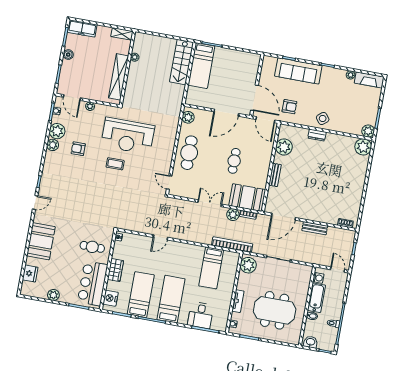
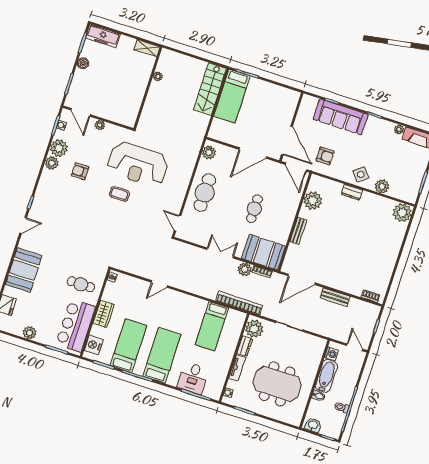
shelving: (119, 77) -> (136, 96), removed
plant: (368, 131) -> (382, 186), moved
dresser: (242, 281) -> (245, 346), added

